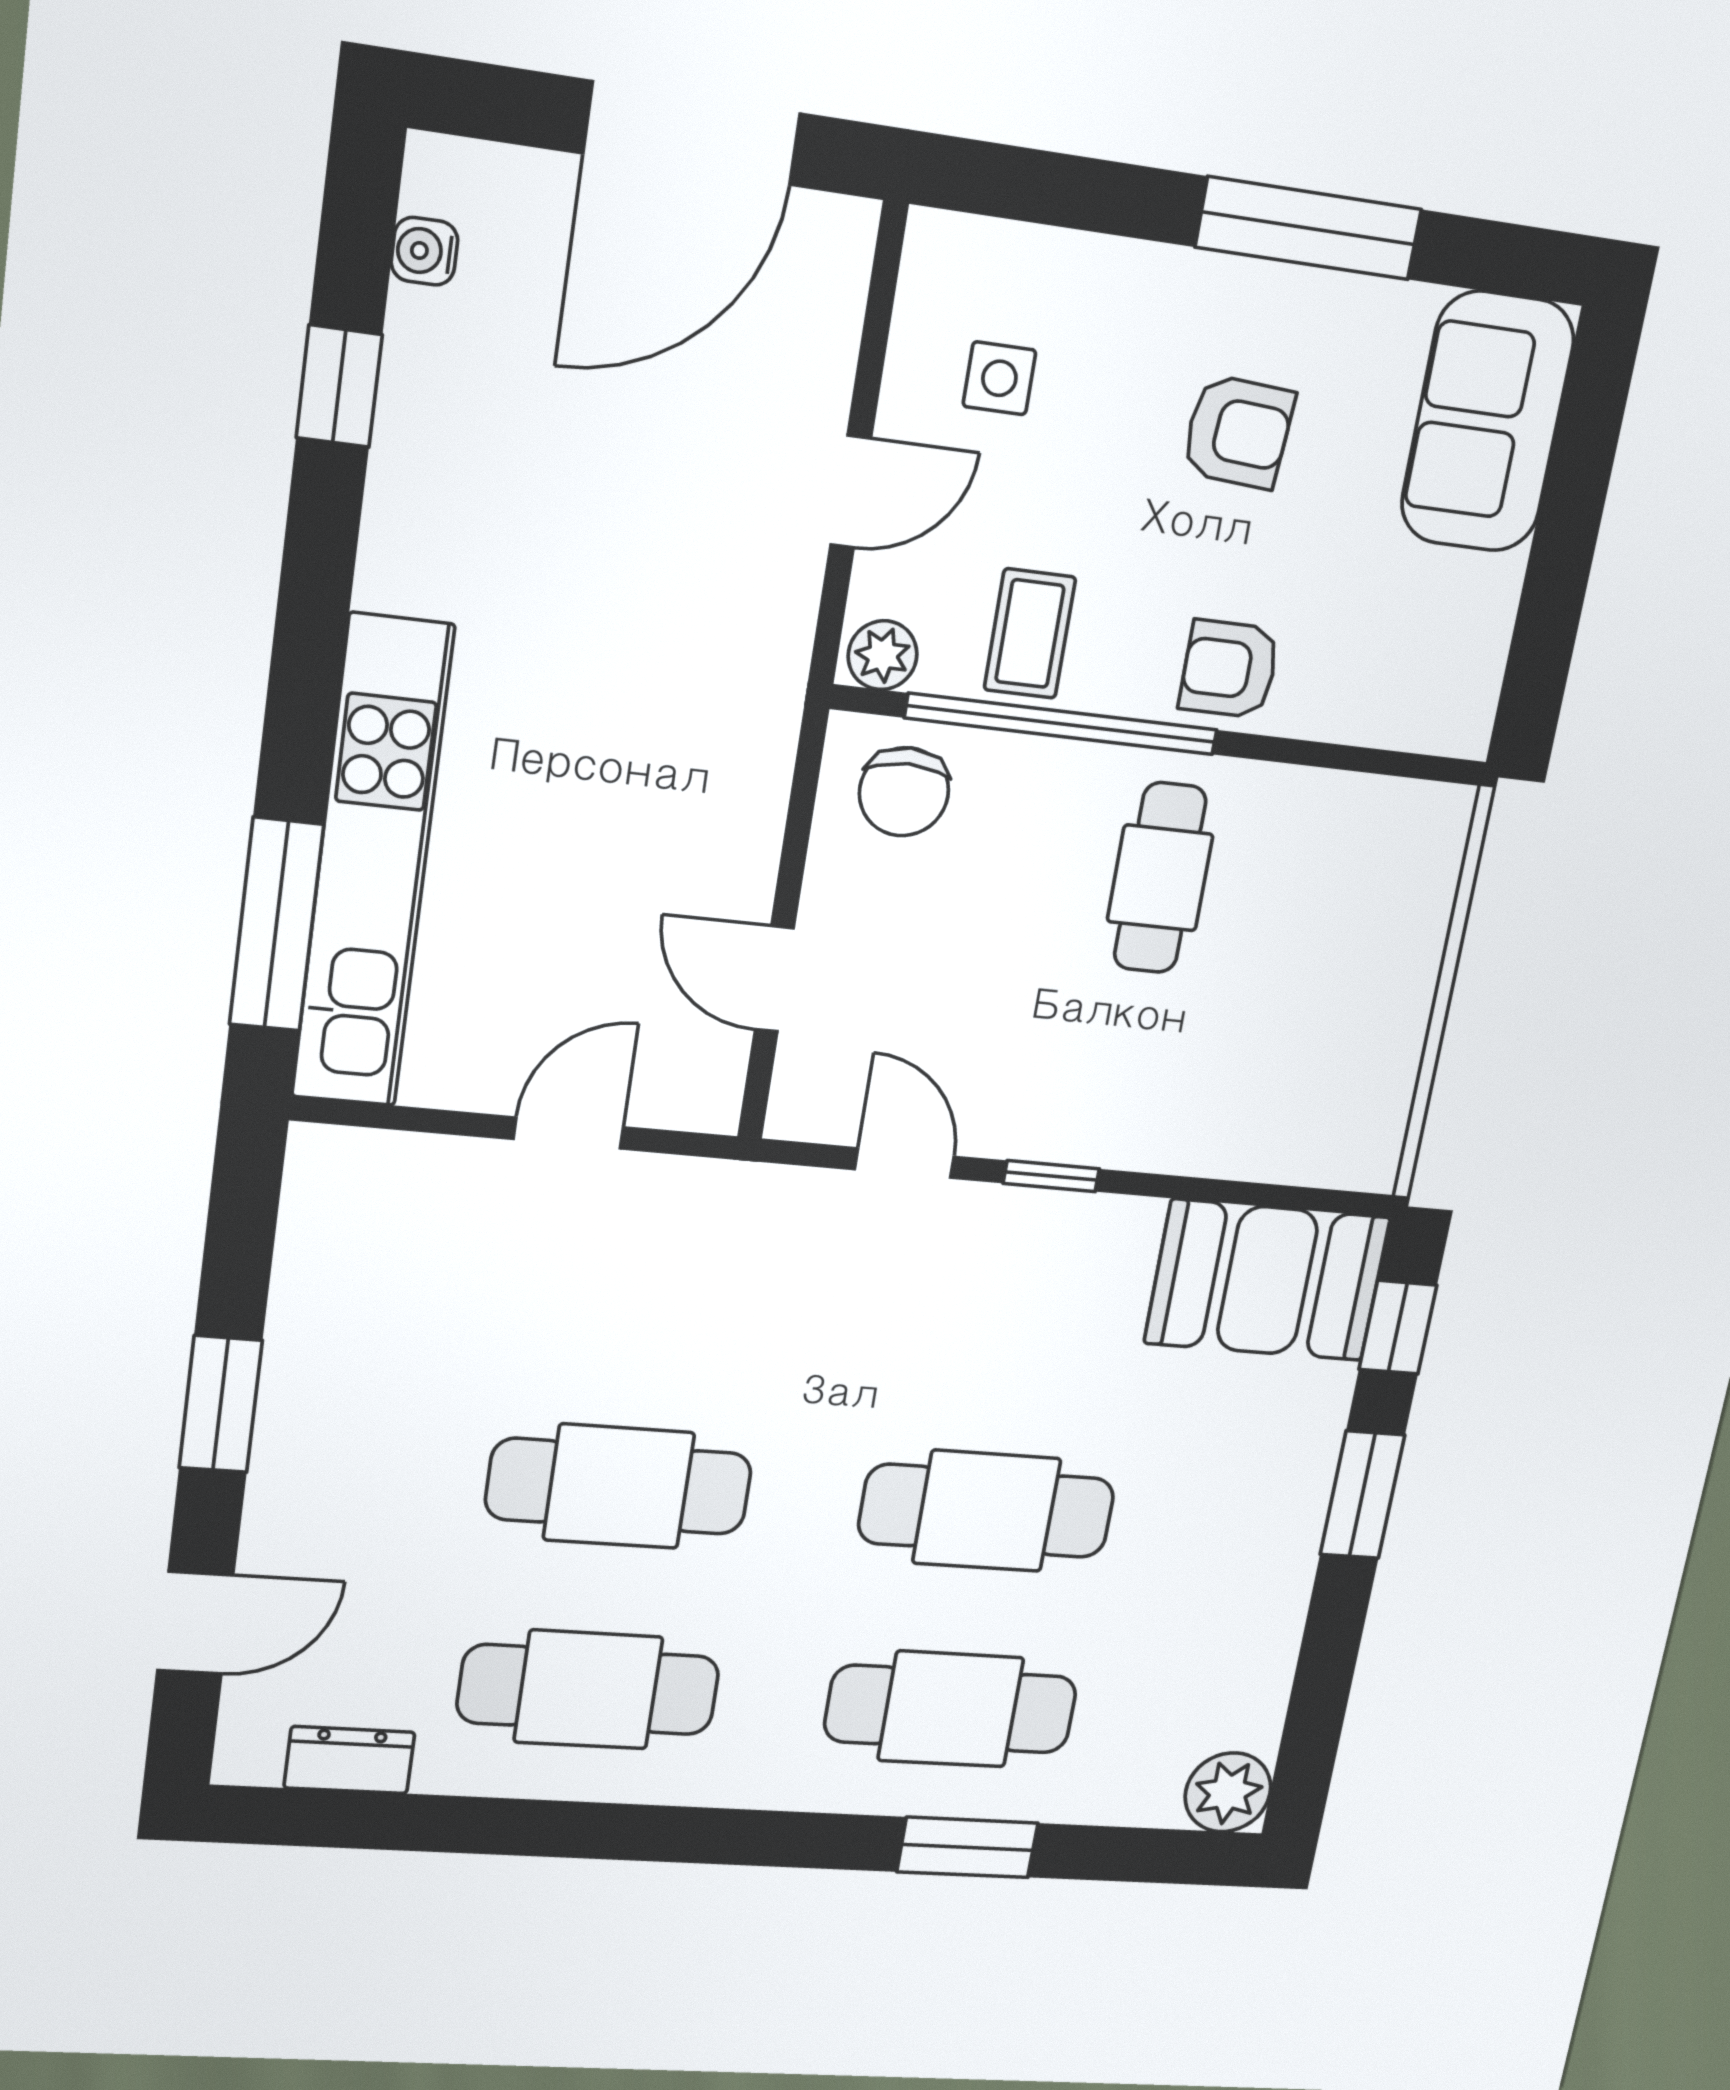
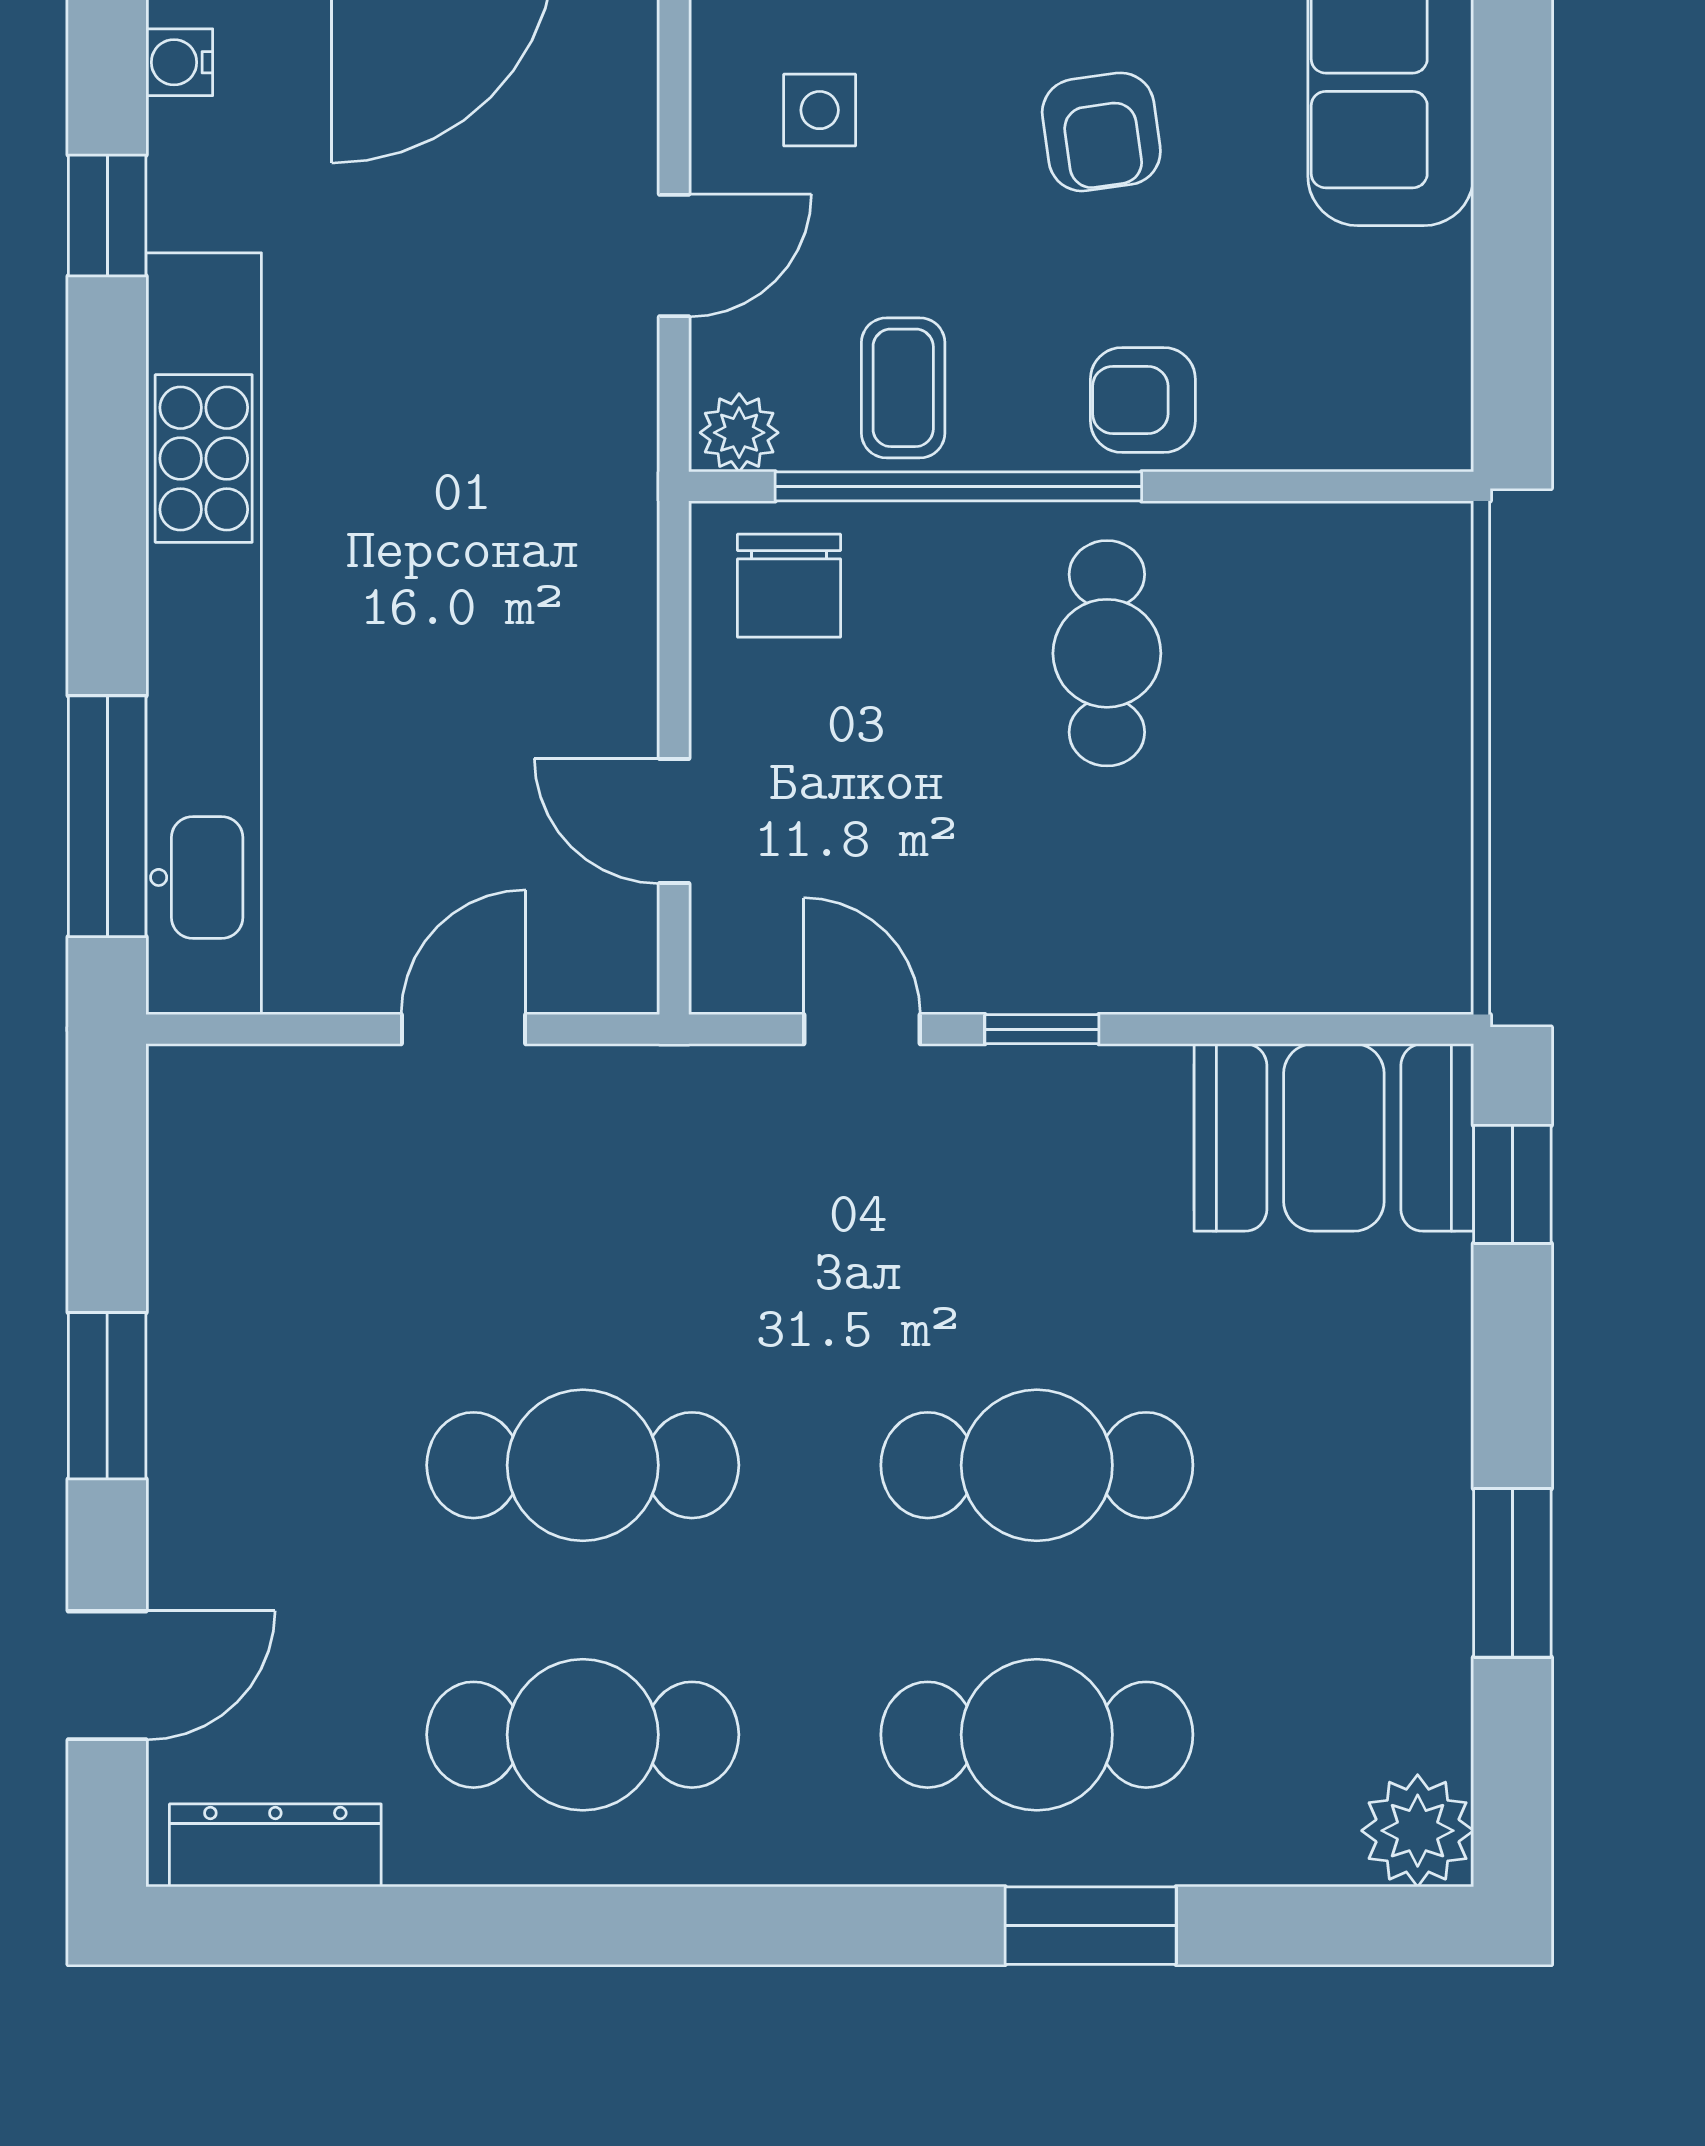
armchair: (1238, 432) -> (1101, 132), turned 78
kitchen unit: (372, 864) -> (204, 634), width x1.36
window: (1362, 1495) -> (1512, 1573), moved
dresser: (349, 1760) -> (275, 1845), width x1.44

